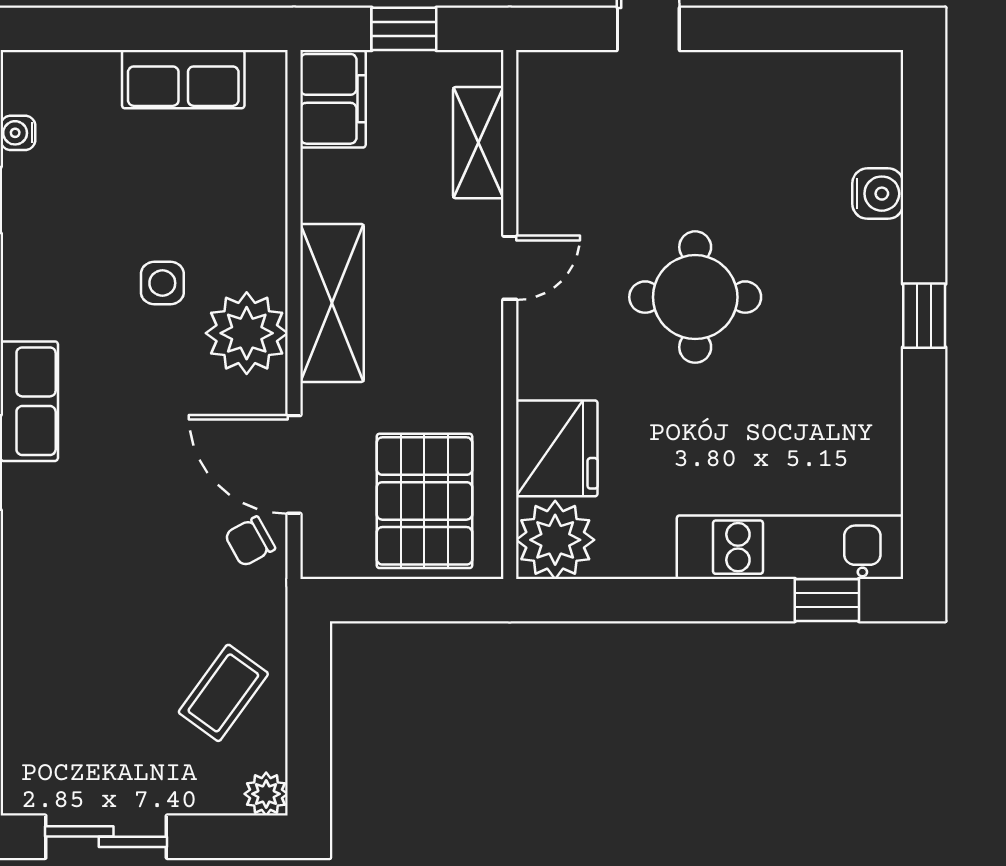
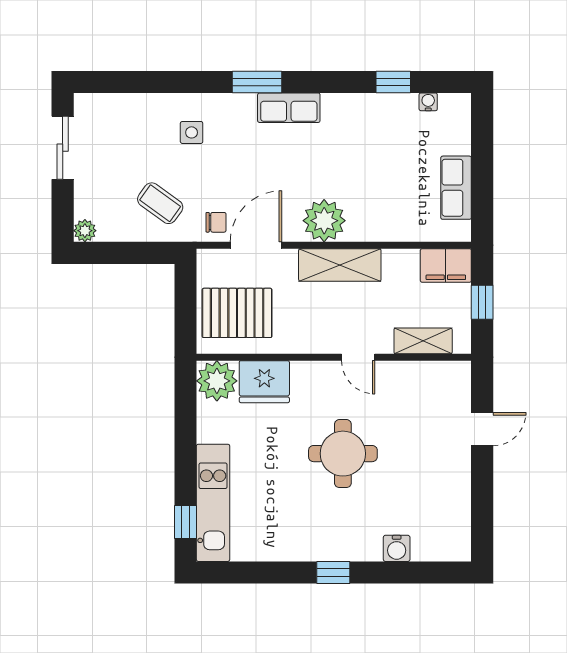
side table: (162, 283) -> (192, 132), moved
chair: (250, 541) -> (216, 222), turned 119
coffee table: (223, 693) -> (160, 203), moved

